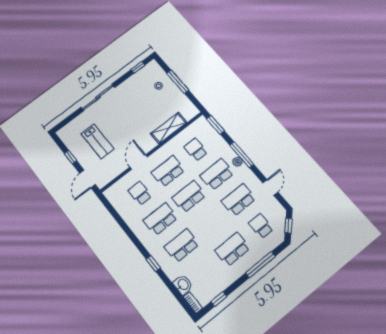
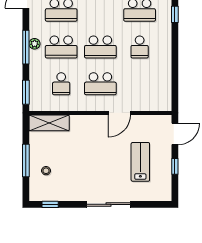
shelving: (169, 128) -> (49, 123), moved
school desk: (140, 193) -> (140, 84), removed
school desk: (161, 219) -> (140, 47), width x0.54

